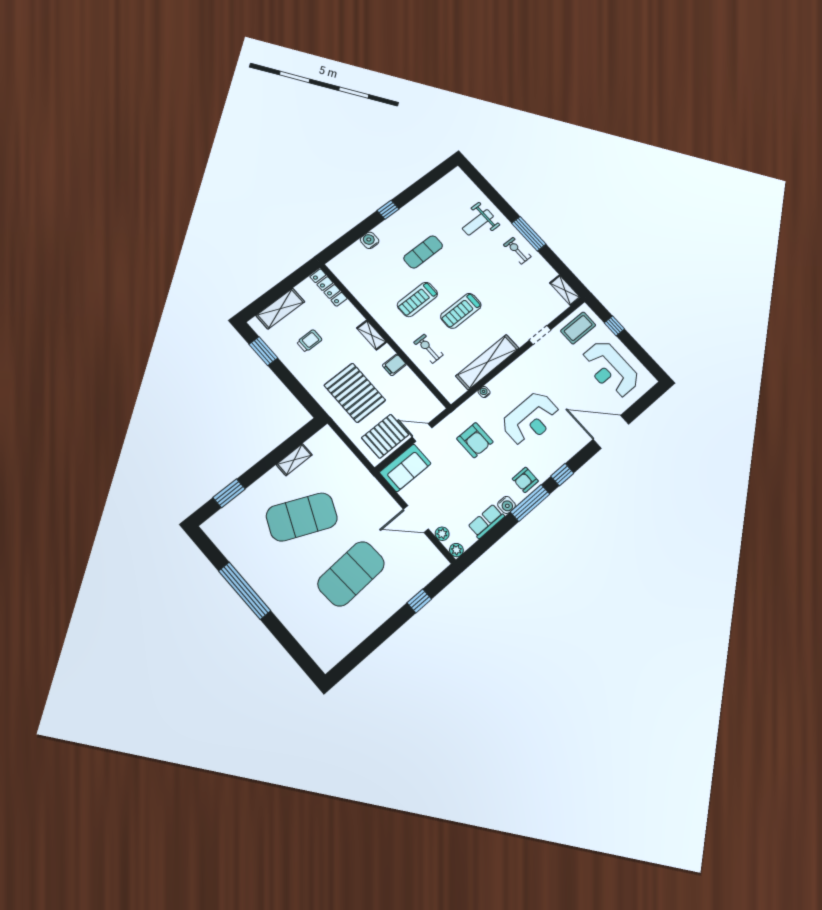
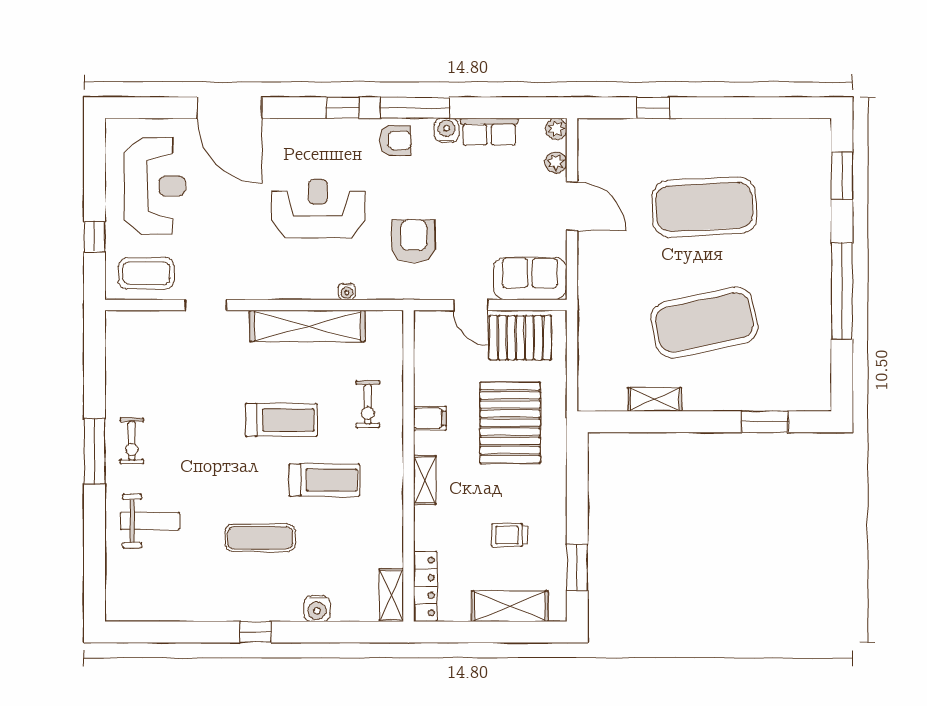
shelving: (565, 290) -> (391, 595), moved
exercise mat: (302, 517) -> (704, 323), turned -36
window: (295, 649) -> (842, 176), added

